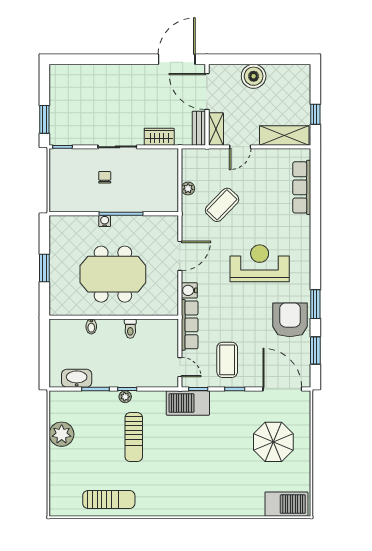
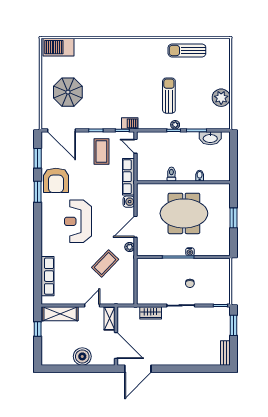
bench: (199, 128) -> (225, 353), moved
plant: (188, 188) -> (130, 247), moved
reception desk: (260, 263) -> (78, 221), turned 90
barbecue: (188, 403) -> (130, 123), width x0.53, depth x0.65

